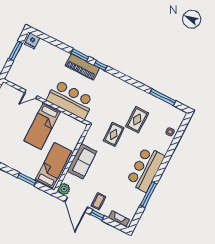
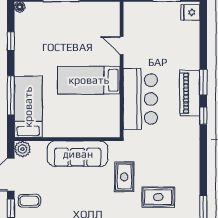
rug: (114, 134) -> (124, 177), turned 90
sofa: (82, 161) -> (78, 154), width x1.36
bed: (53, 166) -> (28, 107), moved, turned -90
window: (27, 179) -> (11, 95), width x1.44

